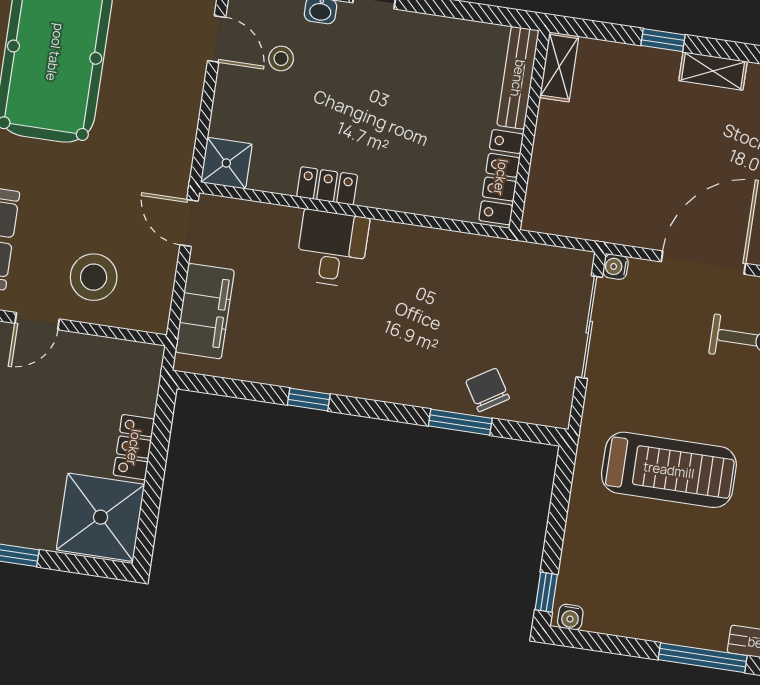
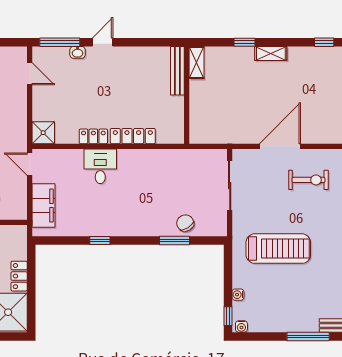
stool: (281, 58) -> (62, 78), removed
locker: (501, 177) -> (133, 136), moved, turned 90
water cooler: (616, 267) -> (238, 295), moved

